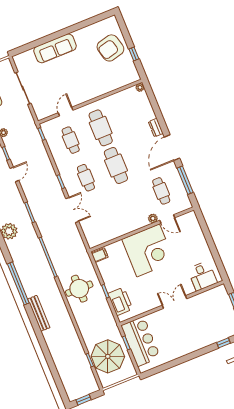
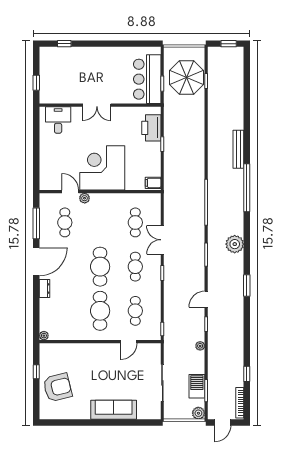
cafe table: (101, 215) -> (135, 222), added
round table: (79, 289) -> (188, 158), removed

